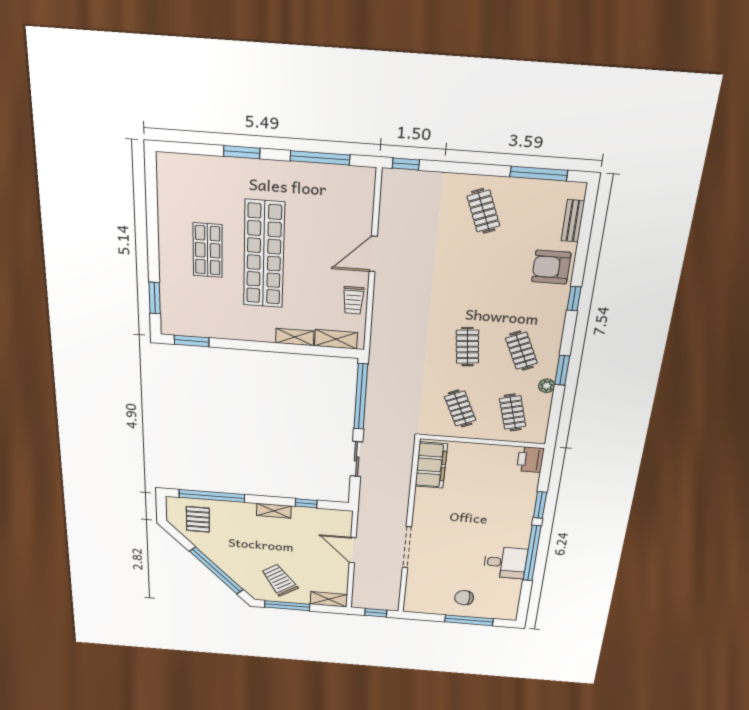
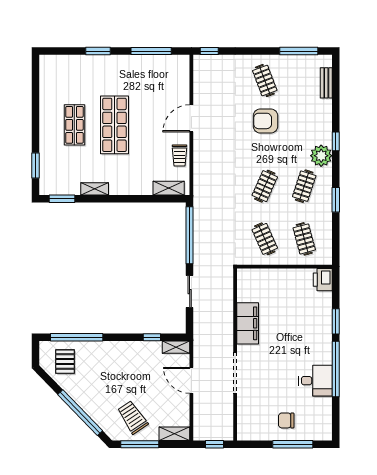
shop shelf: (264, 254) -> (114, 125), width x0.71
armchair: (551, 267) -> (265, 121), moved
shelving: (295, 337) -> (95, 189), moved
clothes rail: (467, 347) -> (265, 186), turned 30
clothes rail: (522, 351) -> (304, 186), turned 42
plant: (547, 386) -> (321, 156), moved, width x1.88, depth x1.88
filing cabinet: (431, 465) -> (248, 323), moved
shelving: (274, 511) -> (176, 347), moved

